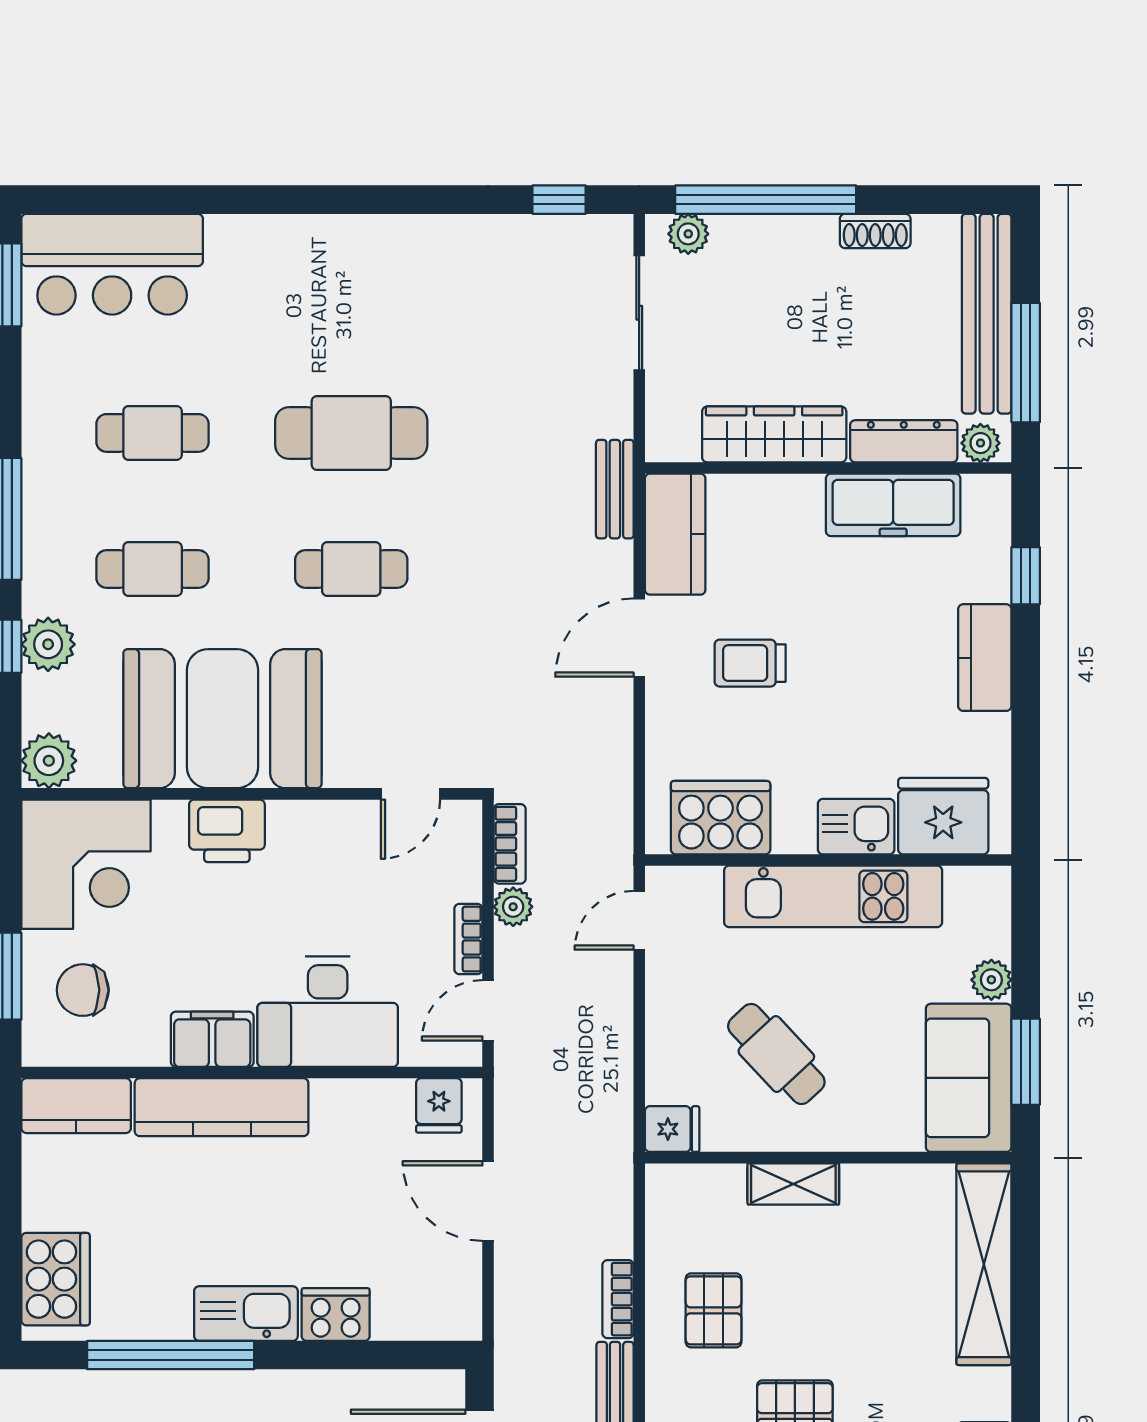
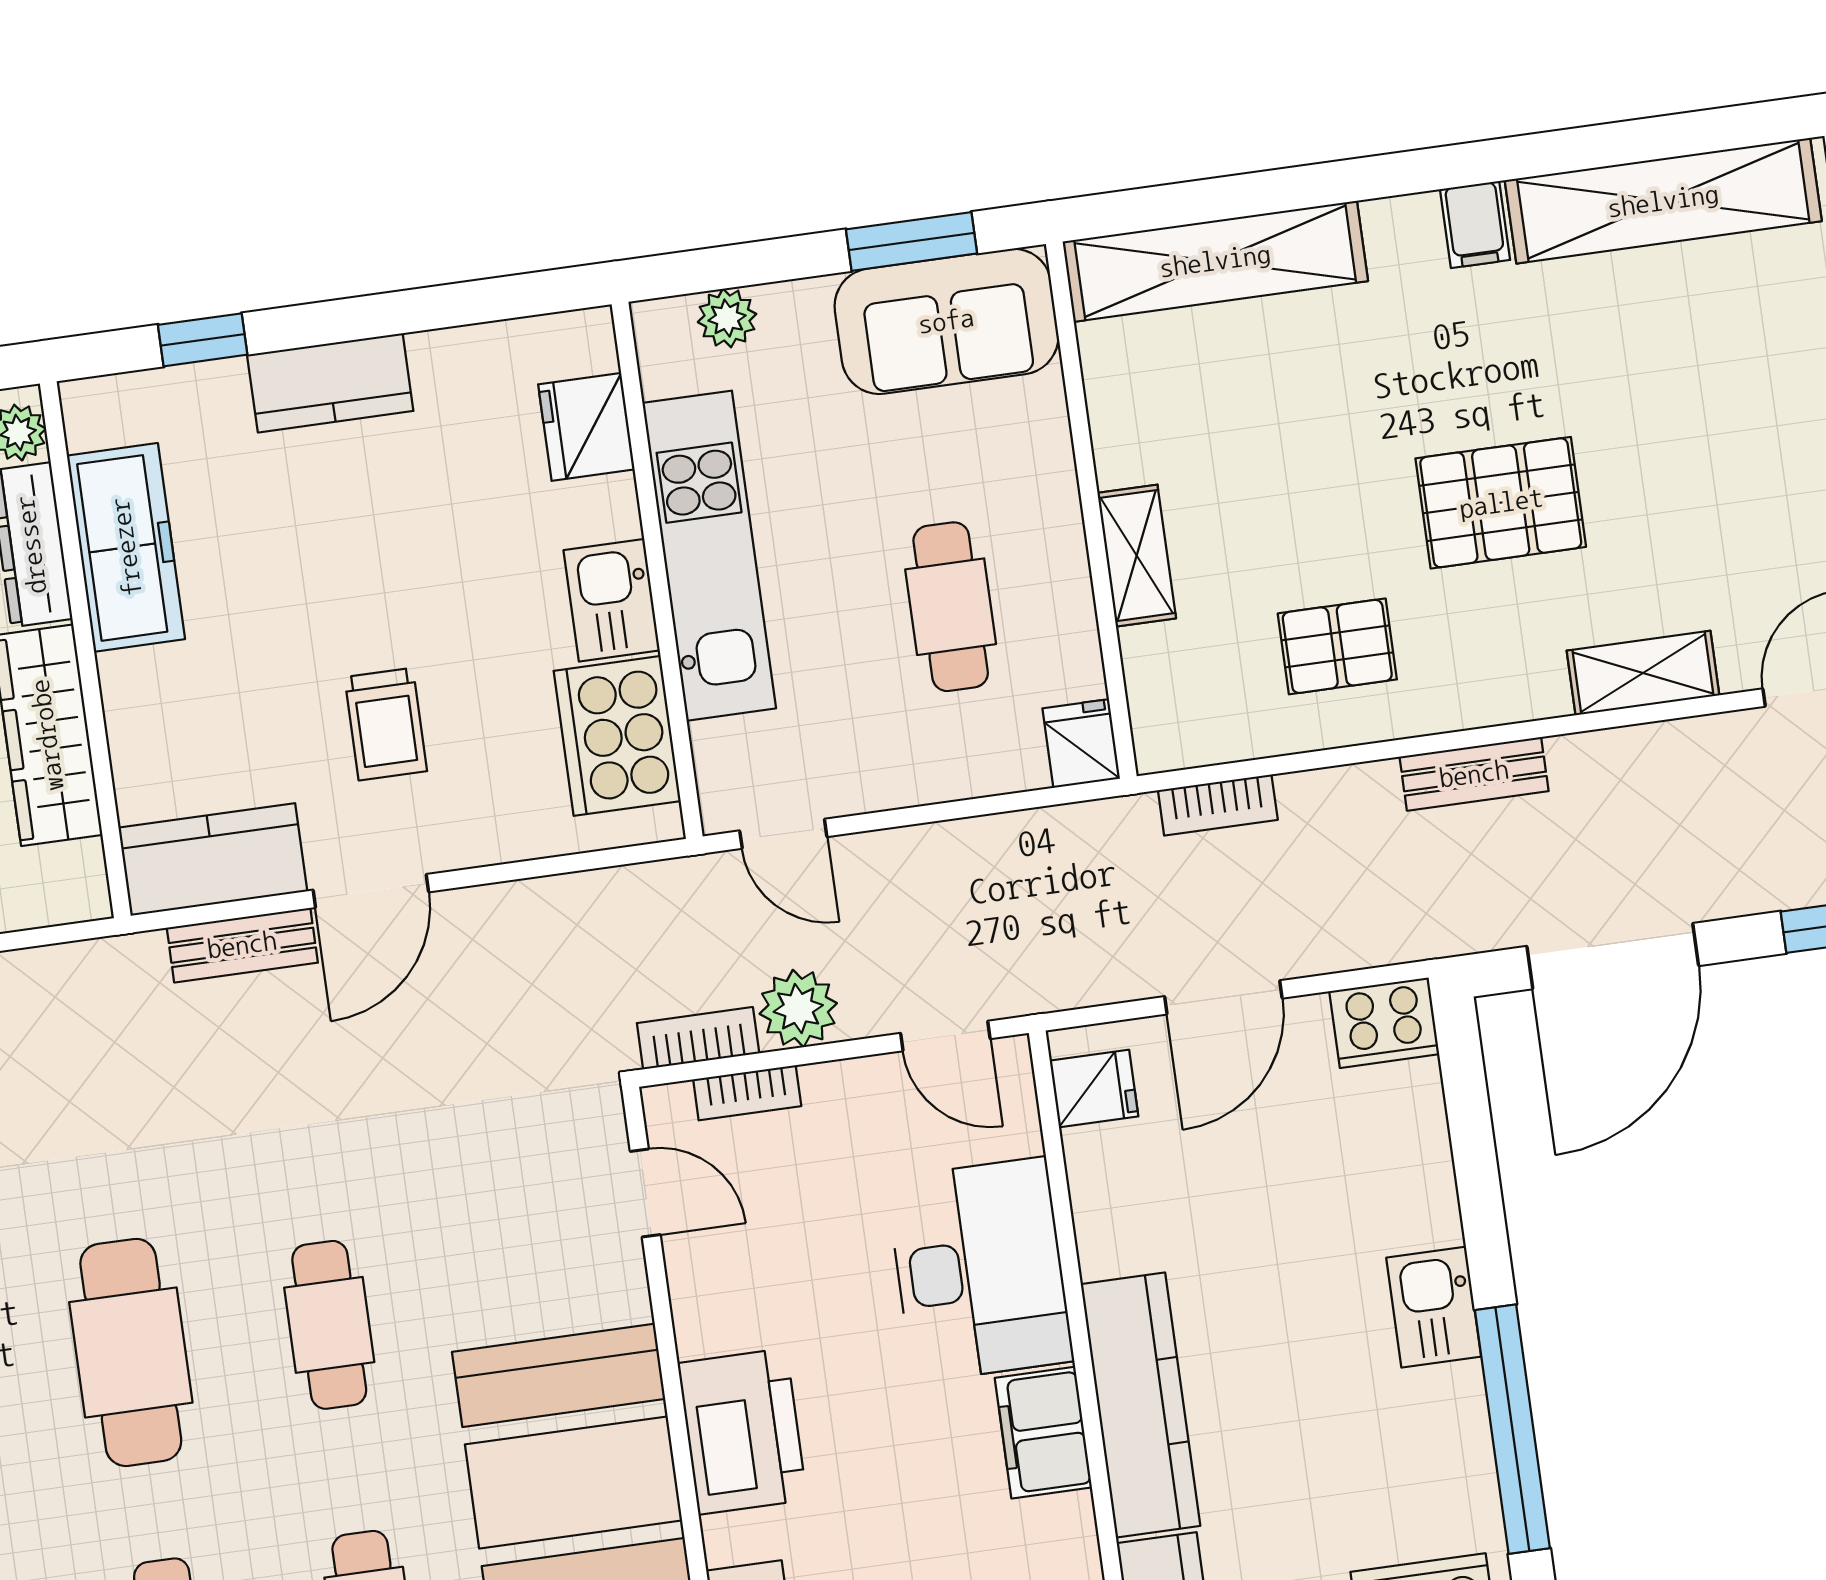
bench: (615, 489) -> (242, 945), moved
door: (639, 638) -> (371, 891), hinge flipped
fridge: (943, 816) -> (586, 427), width x0.73, depth x0.75
kitchen sink: (856, 827) -> (612, 600), moved
printer: (227, 831) -> (742, 1431), width x1.37, depth x1.19
plant: (513, 907) -> (798, 1008), width x1.38, depth x1.38
bookcase: (468, 939) -> (747, 1093), moved
plant: (991, 980) -> (727, 318), moved
cafe table: (776, 1054) -> (951, 607), turned -47
bookcase: (618, 1299) -> (1218, 805), moved
kitchen sink: (246, 1314) -> (1434, 1307), width x0.73
cooker: (336, 1315) -> (1384, 1023), moved, turned -90

